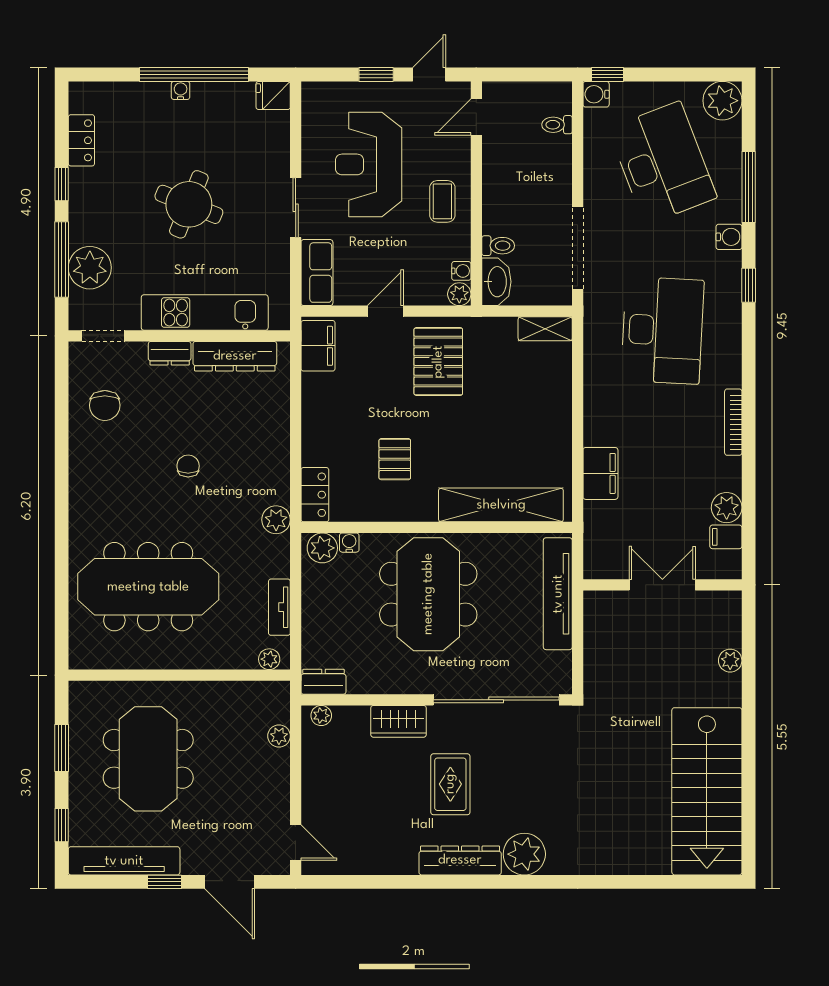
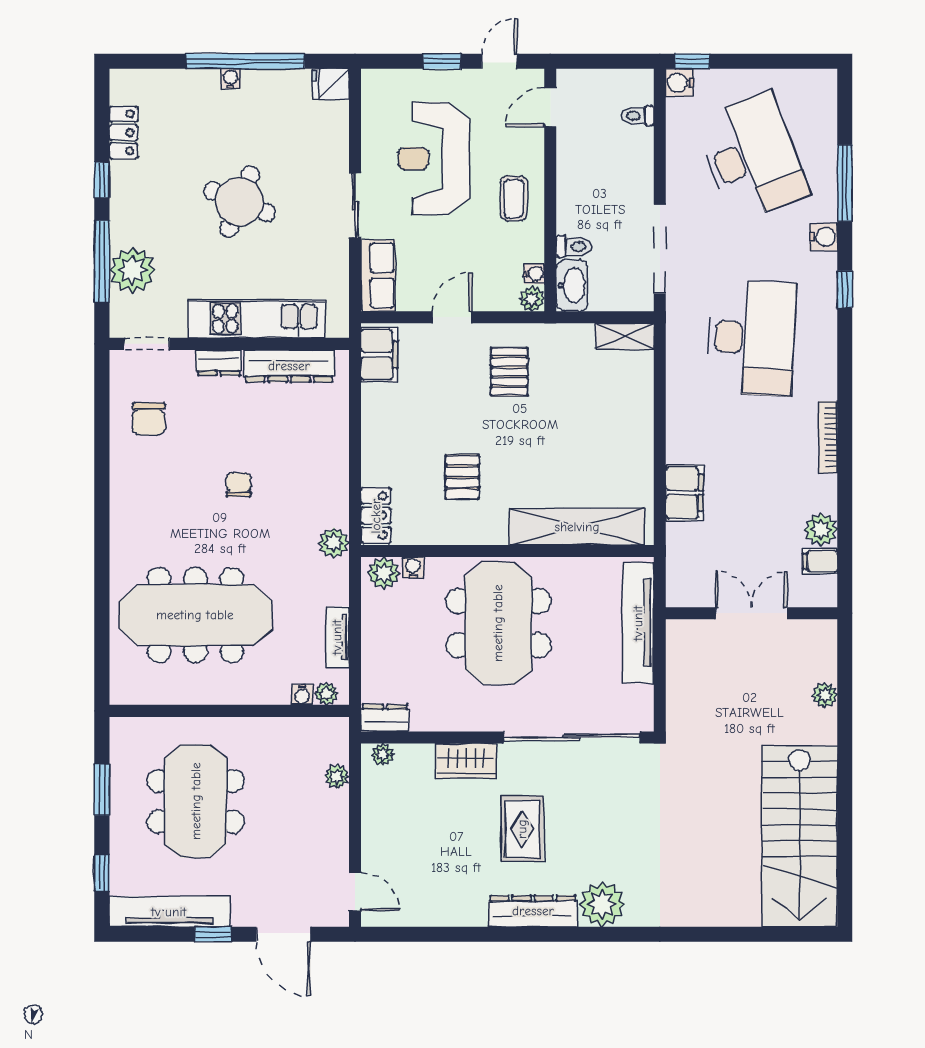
plant: (722, 101) -> (816, 90), removed
pallet: (438, 362) -> (509, 372), width x0.67, depth x0.71
water cooler: (247, 660) -> (302, 695), added

